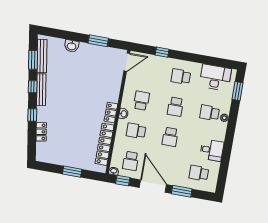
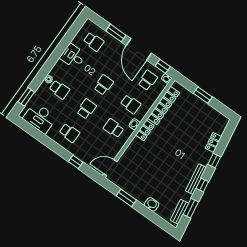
bench: (42, 56) -> (180, 212), width x0.73
school desk: (141, 101) -> (114, 128), turned 90

